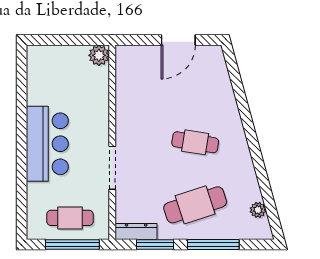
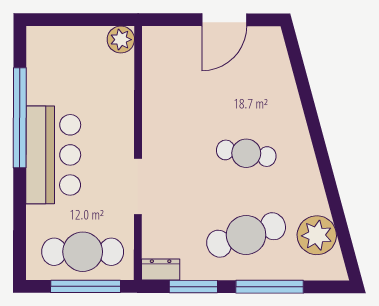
window: (22, 115) -> (20, 118), added
plant: (258, 210) -> (317, 235), width x1.88, depth x1.88
cafe table: (70, 218) -> (83, 252), width x1.37, depth x1.35
dresser: (136, 231) -> (161, 270), width x0.70

